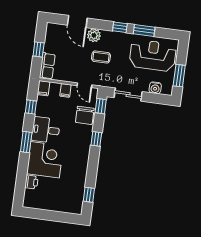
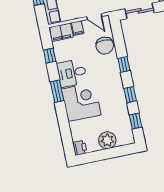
filing cabinet: (43, 88) -> (61, 32), width x2.00
window: (101, 106) -> (130, 95), moved
printer: (32, 182) -> (80, 148), moved
plant: (57, 203) -> (107, 140), added

